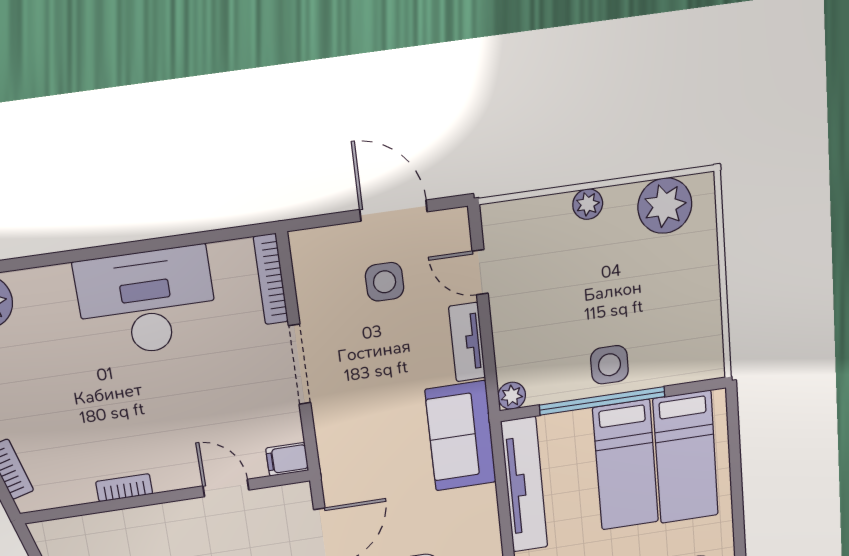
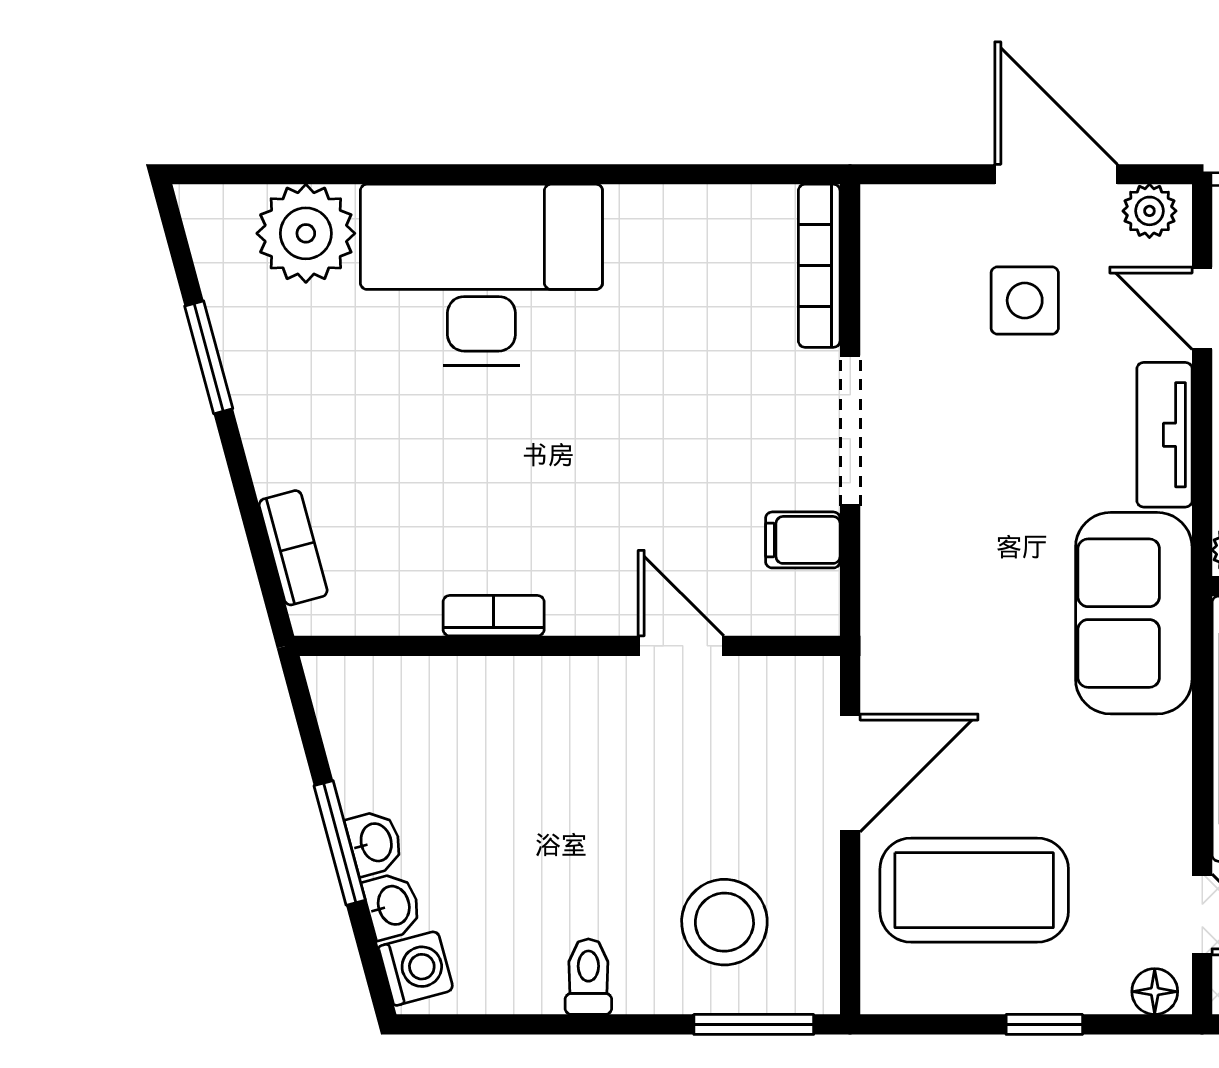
plant: (447, 224) -> (1149, 211), added
desk: (147, 302) -> (481, 275), moved
filing cabinet: (287, 459) -> (803, 540), moved

